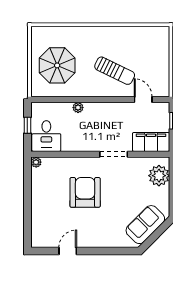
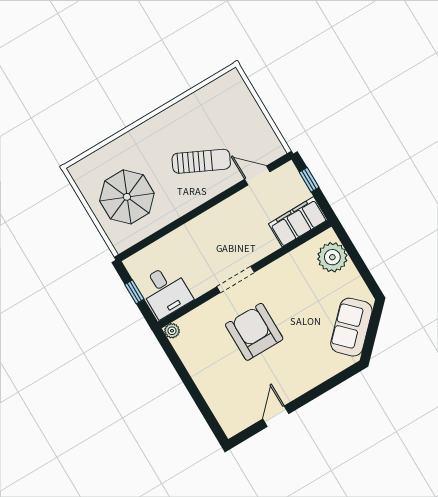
plant: (78, 108) -> (183, 233), removed
doorway: (114, 154) -> (236, 279), moved

